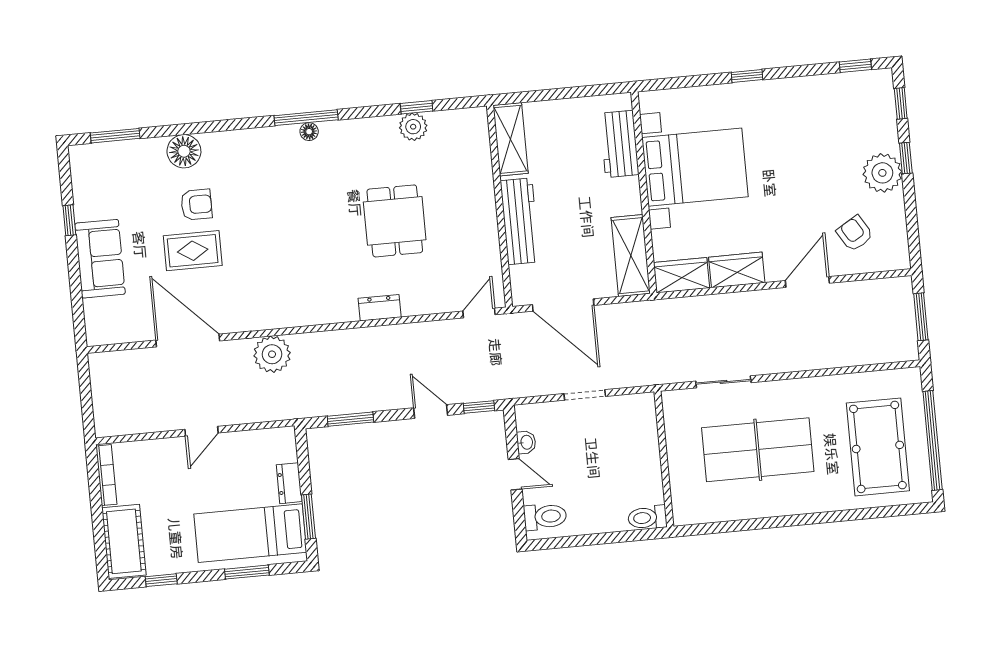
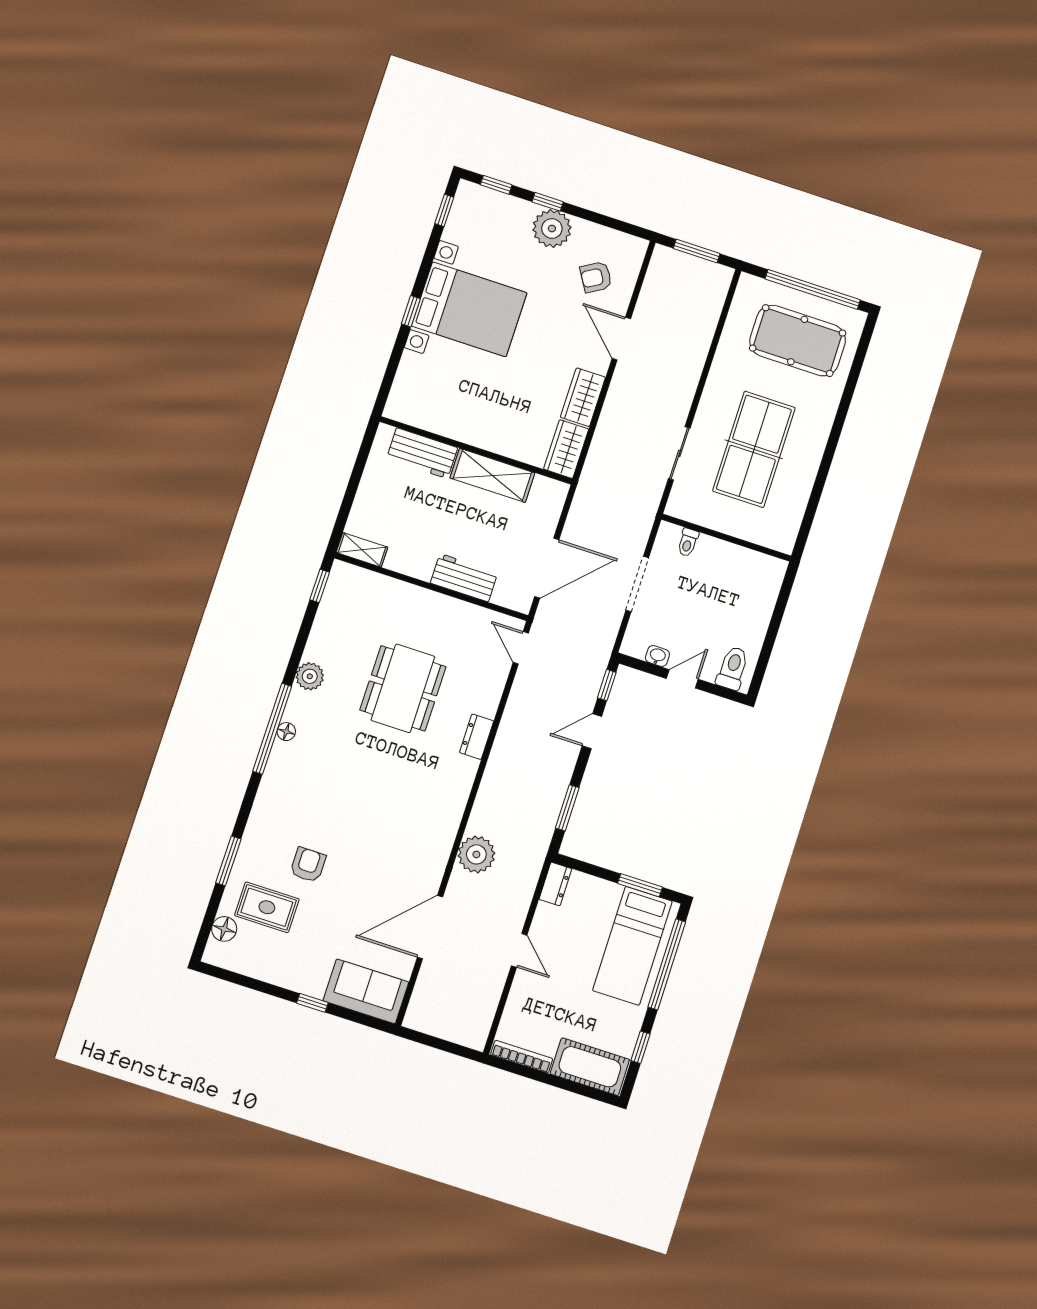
window: (417, 107) -> (320, 586), moved
window: (306, 118) -> (272, 729), width x1.46
plant: (413, 127) -> (310, 676), moved
window: (115, 136) -> (228, 861), moved
shelving: (511, 139) -> (362, 550), width x0.67, depth x0.75
floor lamp: (184, 151) -> (224, 929), moved, width x0.73, depth x0.73
bed with nightstands: (695, 167) -> (469, 309), moved, turned 90
window: (69, 220) -> (312, 1003), moved
dining table: (395, 221) -> (403, 688), width x1.38
workbench: (520, 221) -> (464, 578), width x0.73
rug: (193, 251) -> (267, 907), moved, turned 90
shelving: (631, 256) -> (492, 475), moved
sofa: (100, 259) -> (366, 991), moved
doorway: (585, 395) -> (637, 584), width x1.38
dresser: (289, 483) -> (555, 884), moved, turned -90
toilet: (647, 518) -> (688, 542), moved, width x0.73, depth x0.72
window: (247, 572) -> (667, 964), width x2.11

